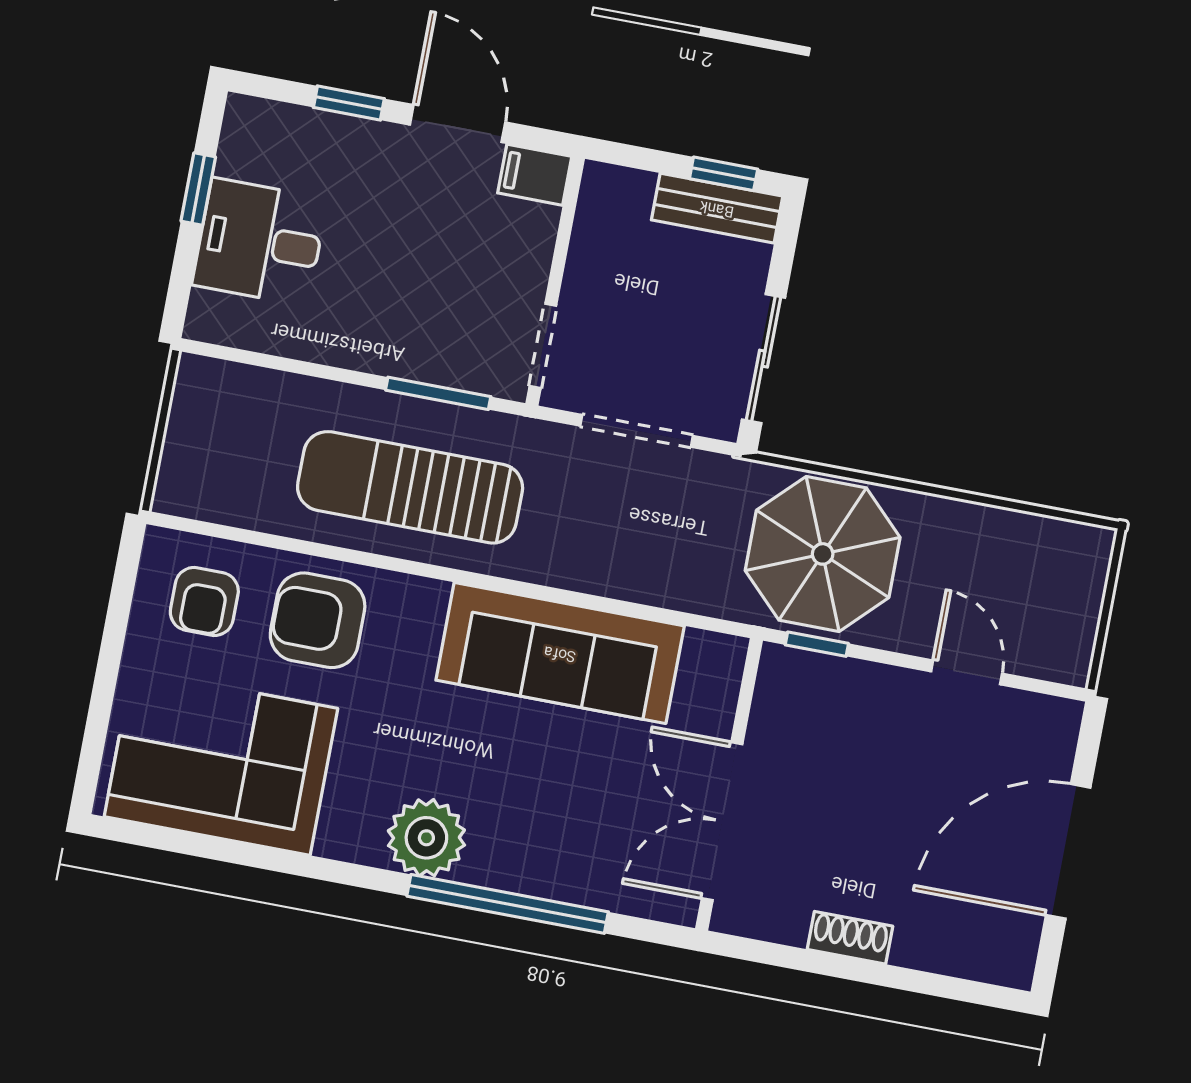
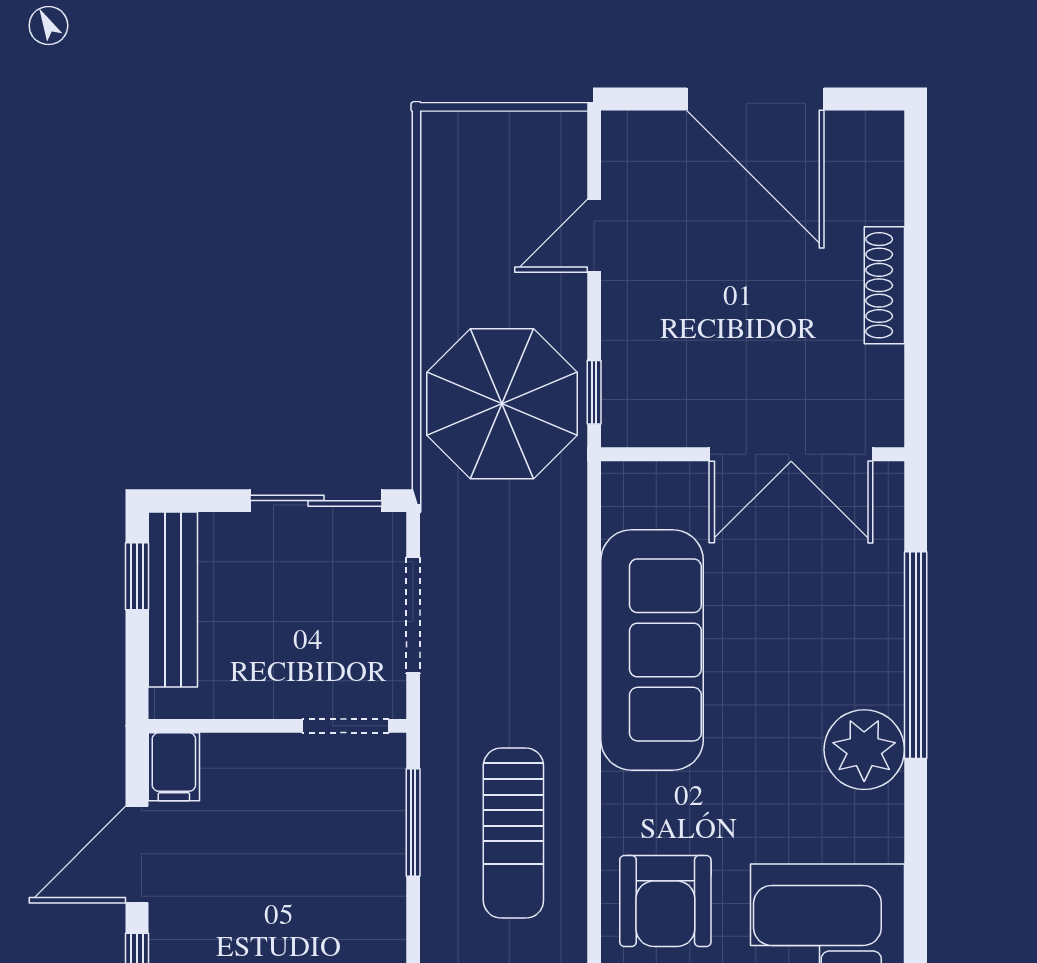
bench: (717, 208) -> (173, 600), width x1.36
sun lounger: (410, 487) -> (513, 833), width x0.73, depth x0.75
shoe rack: (850, 938) -> (884, 285), width x1.43

